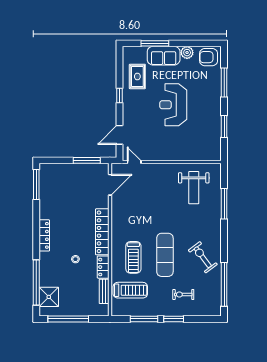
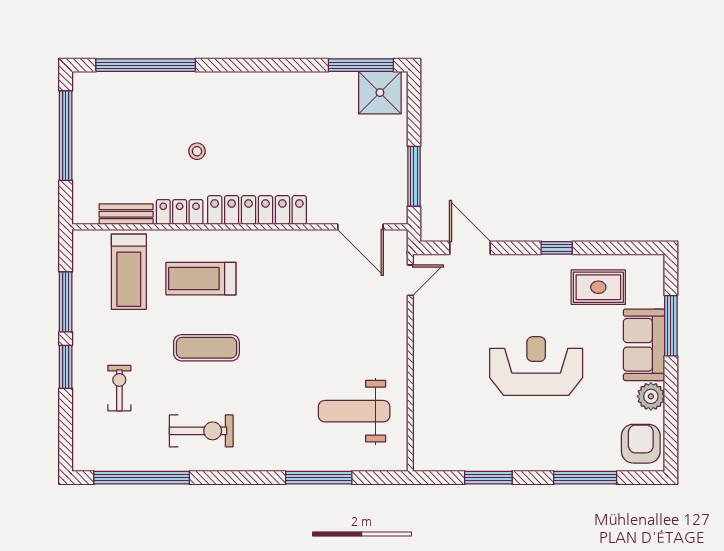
locker: (44, 235) -> (249, 83), removed
exercise mat: (165, 255) -> (206, 348), width x0.73, depth x0.69
exercise bike: (203, 257) -> (201, 431), turned 37
shower: (49, 297) -> (380, 93), moved

